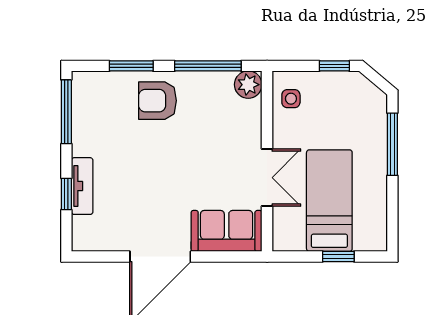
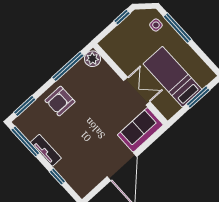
window: (131, 66) -> (25, 106), moved
side table: (291, 99) -> (156, 25), moved
tv unit: (82, 186) -> (46, 150), moved
window: (338, 256) -> (198, 97), width x1.50

